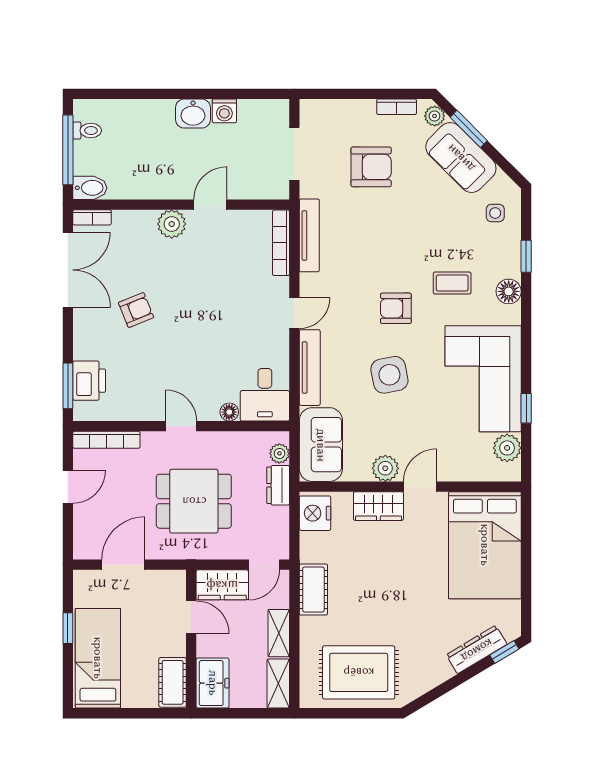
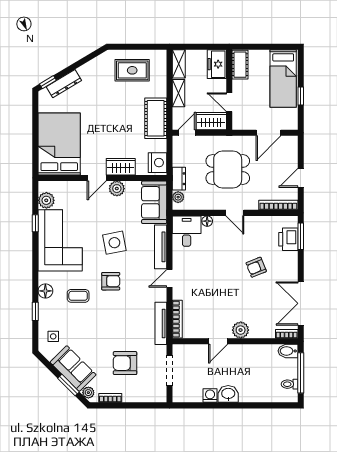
armchair: (136, 310) -> (256, 267), moved
cot: (313, 590) -> (156, 118), width x1.37, depth x1.34
rug: (359, 672) -> (132, 70), width x0.73, depth x0.70

